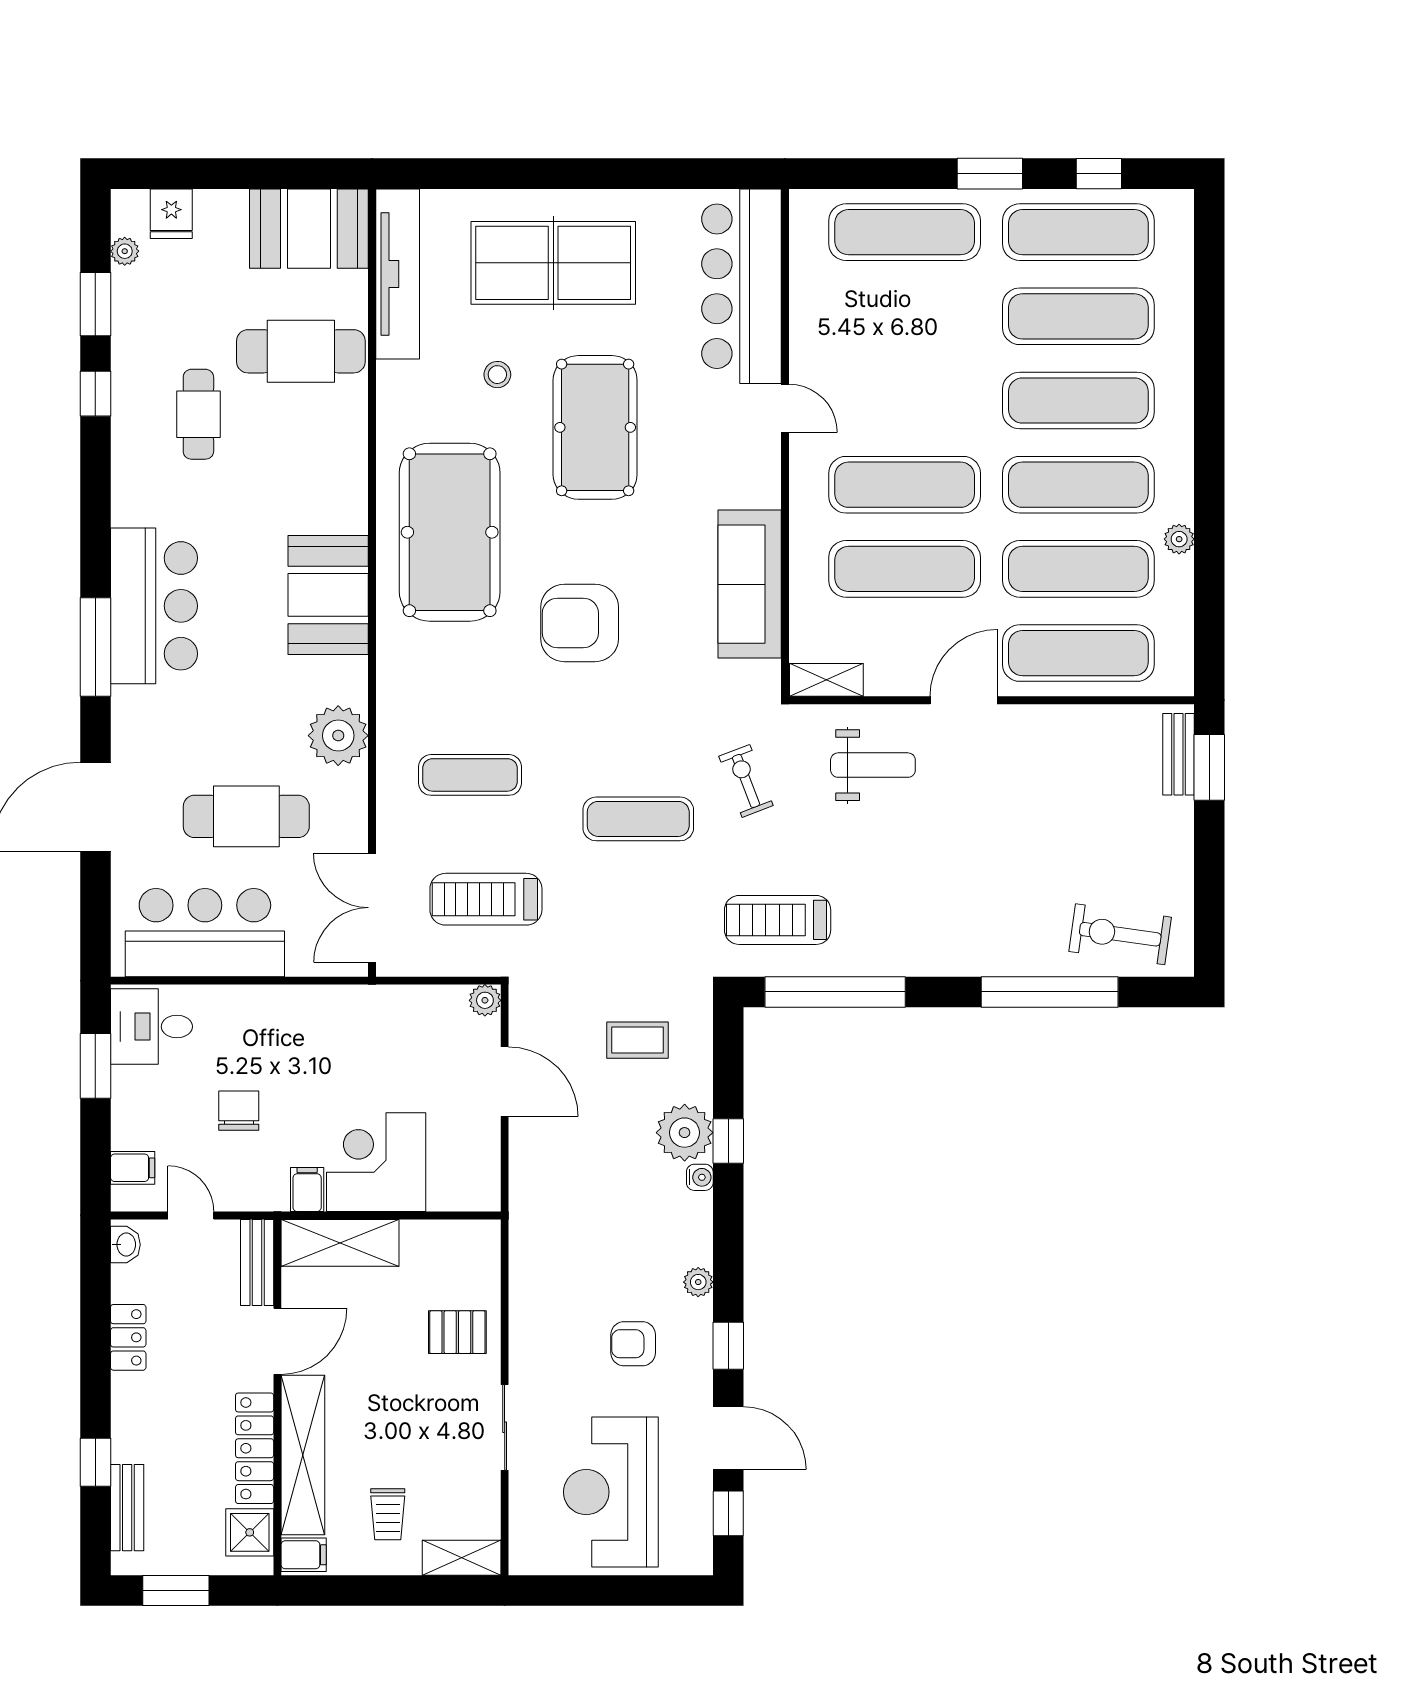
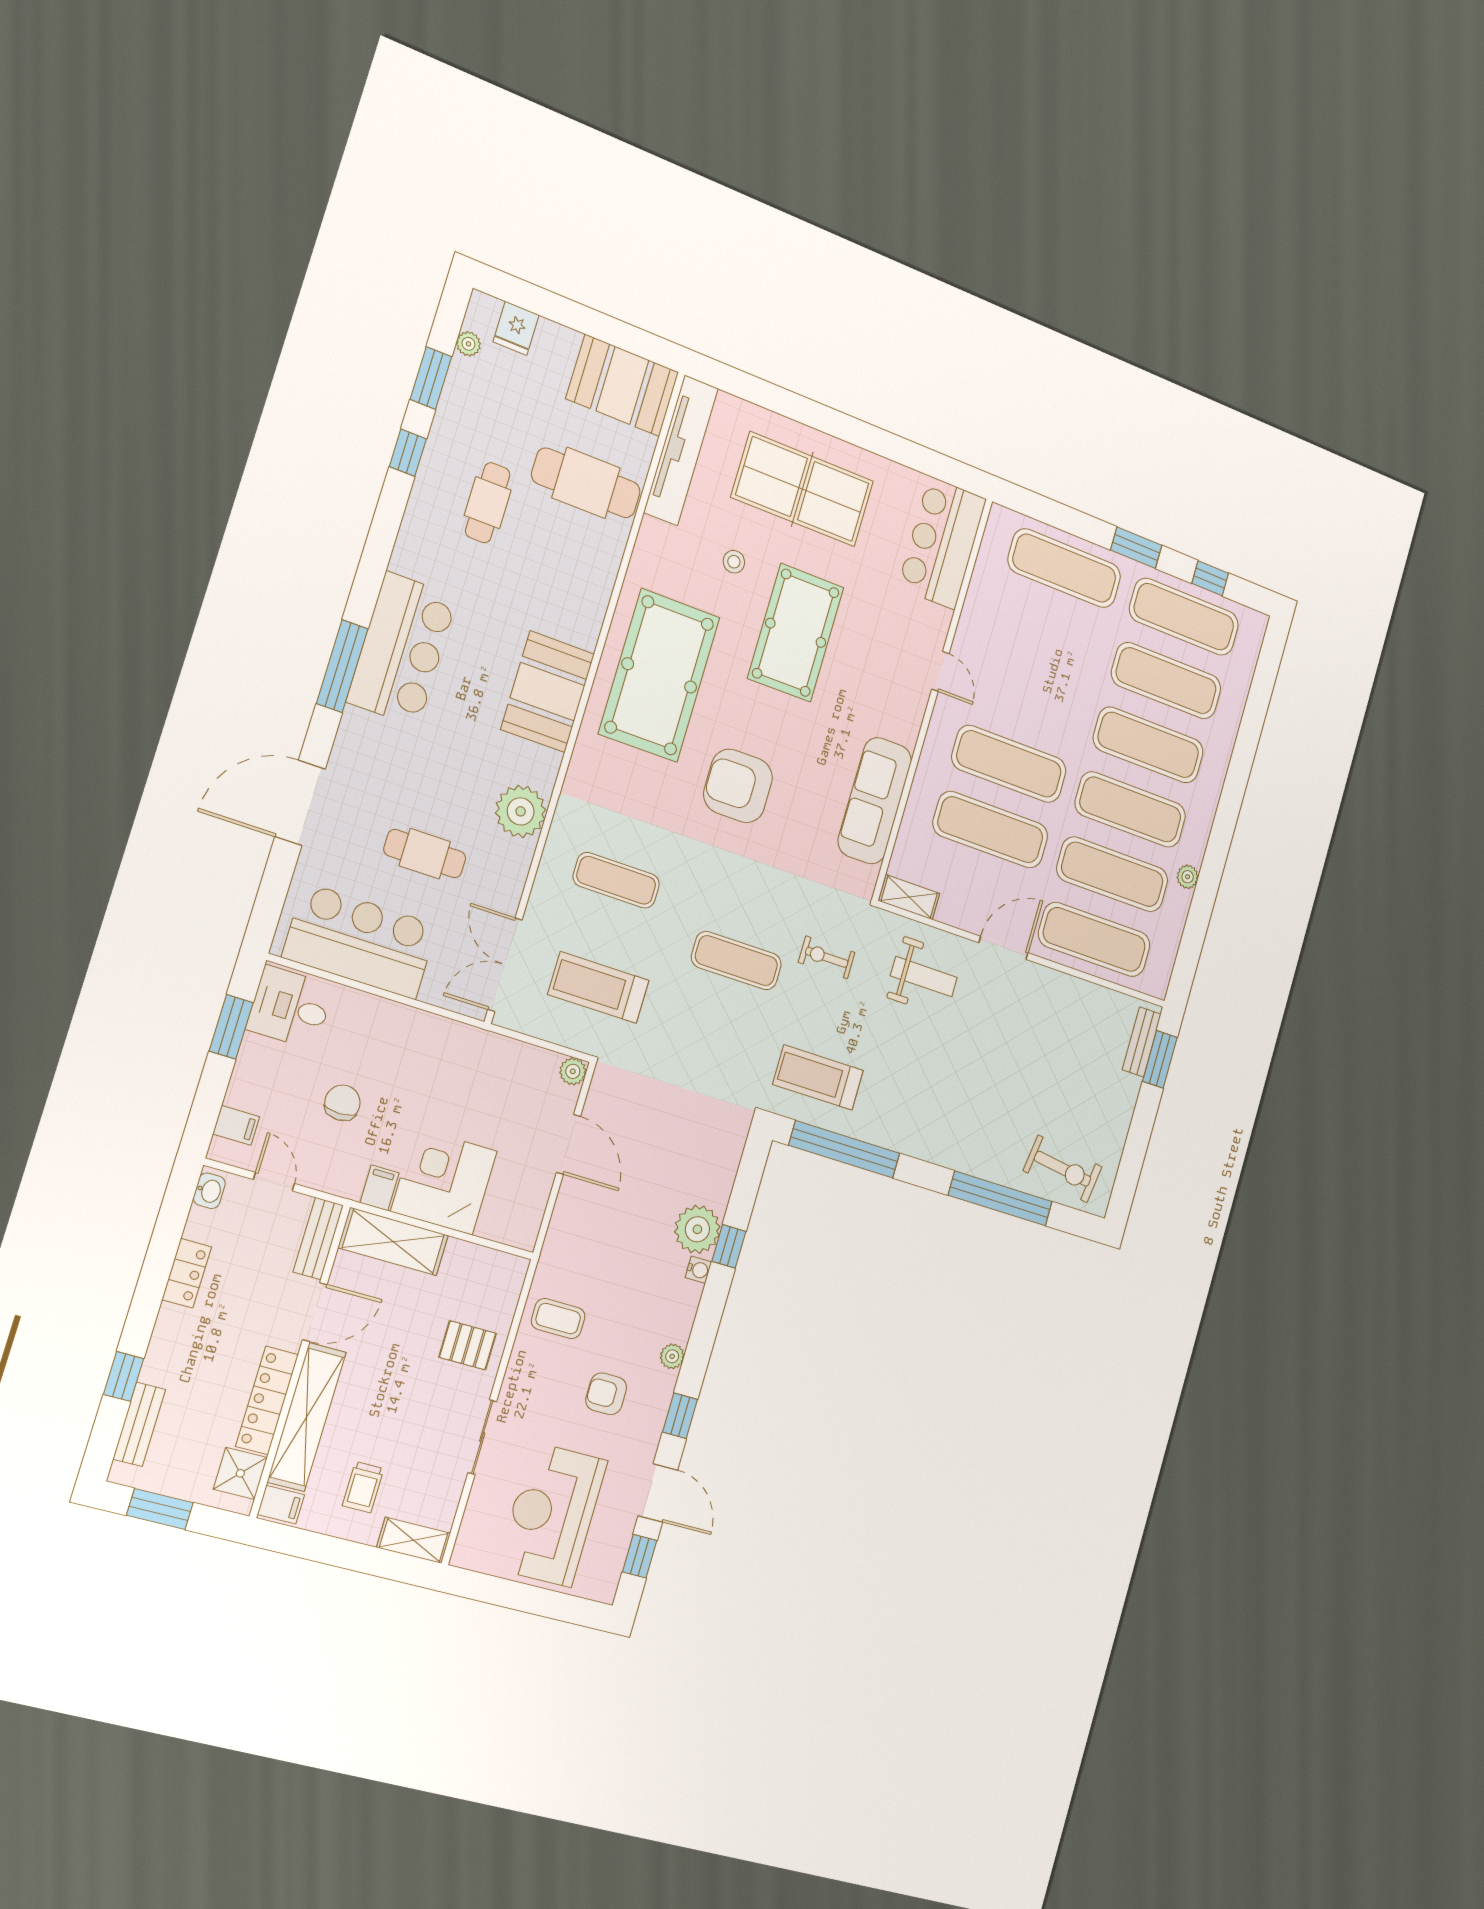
bar counter: (741, 286) -> (942, 543), width x0.73
exercise bike: (746, 781) -> (827, 957), turned -69
cafe table: (246, 816) -> (425, 854), width x0.73, depth x0.74
exercise bike: (1120, 934) -> (1063, 1169), turned 180
coffee table: (637, 1040) -> (558, 1319), moved

